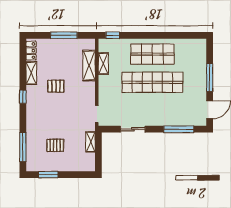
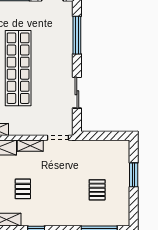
shelving: (91, 142) -> (30, 146), moved
window: (48, 175) -> (134, 175), moved

